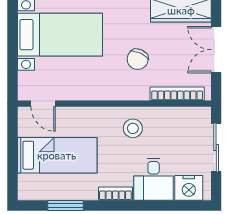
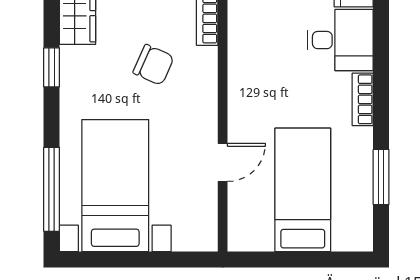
door: (43, 104) -> (223, 162), moved
stool: (133, 128) -> (261, 72), removed

